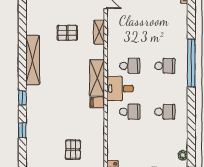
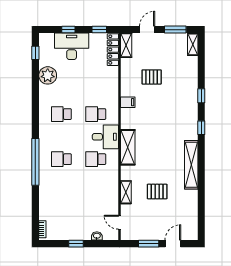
filing cabinet: (97, 103) -> (128, 102), moved
pallet: (73, 150) -> (152, 77), turned 90
plant: (183, 155) -> (48, 75), width x1.87, depth x1.87

